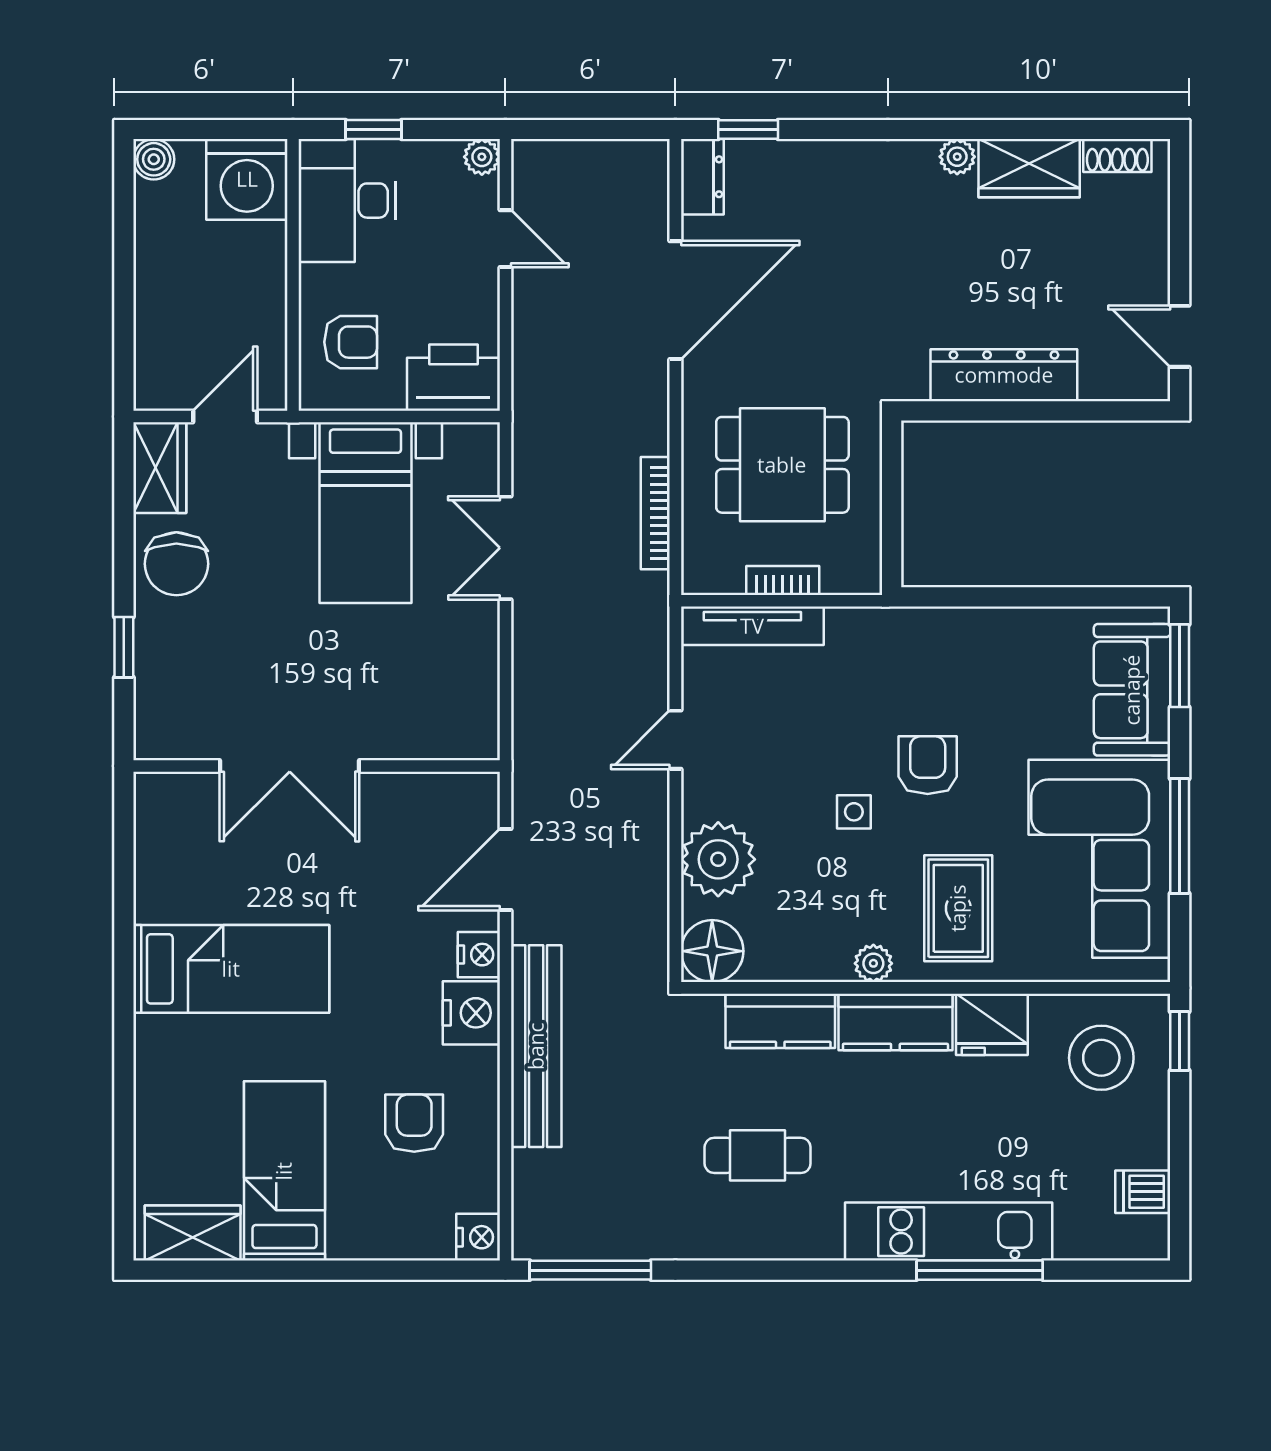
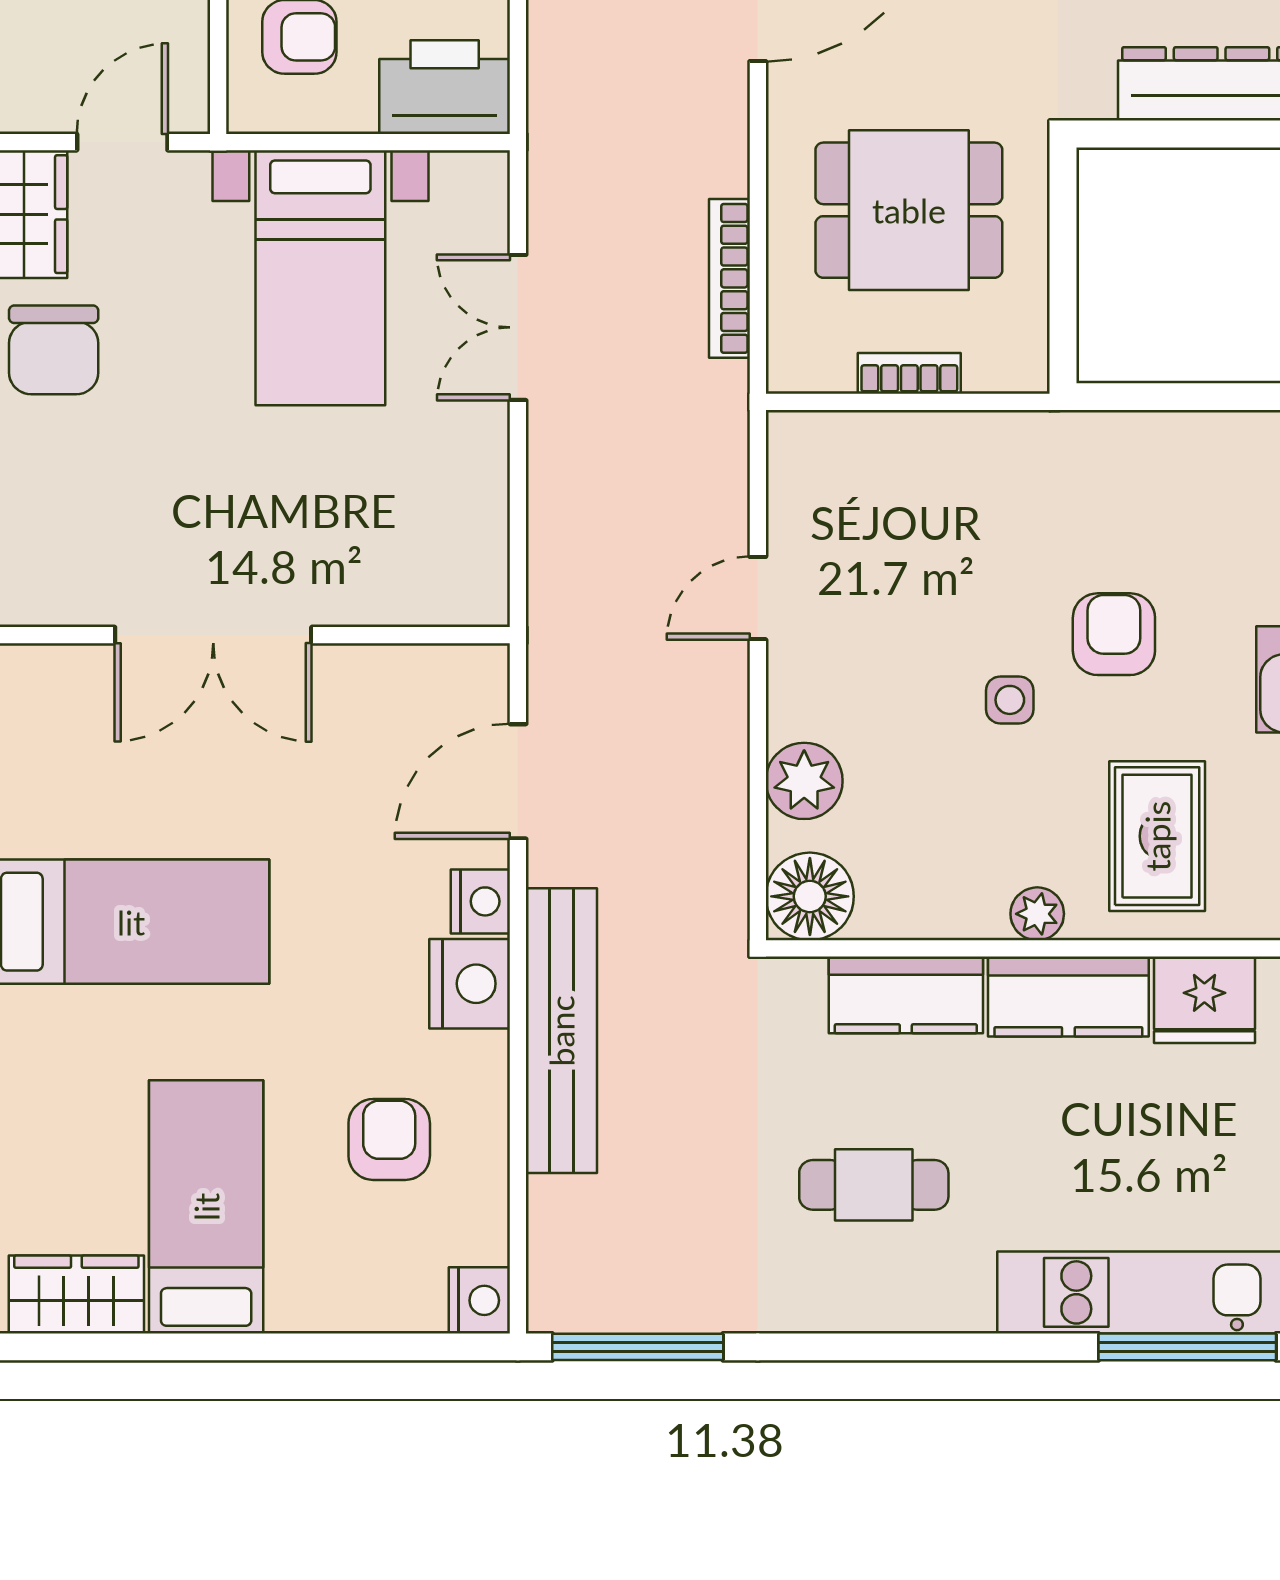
tv unit: (752, 626) -> (866, 437), removed
plant: (718, 859) -> (804, 781), width x0.73, depth x0.73

